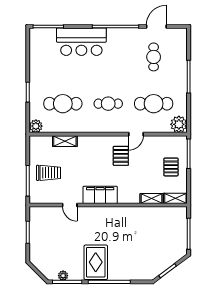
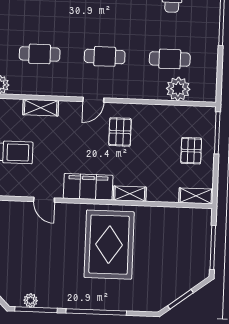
cafe table: (63, 104) -> (40, 54), width x0.73, depth x0.74
cafe table: (154, 104) -> (170, 59), width x0.73, depth x0.74
plant: (179, 124) -> (178, 89), moved
door: (136, 134) -> (93, 100), moved
shelving: (152, 199) -> (130, 194), moved
rug: (96, 262) -> (109, 245), moved, width x1.37, depth x1.44

